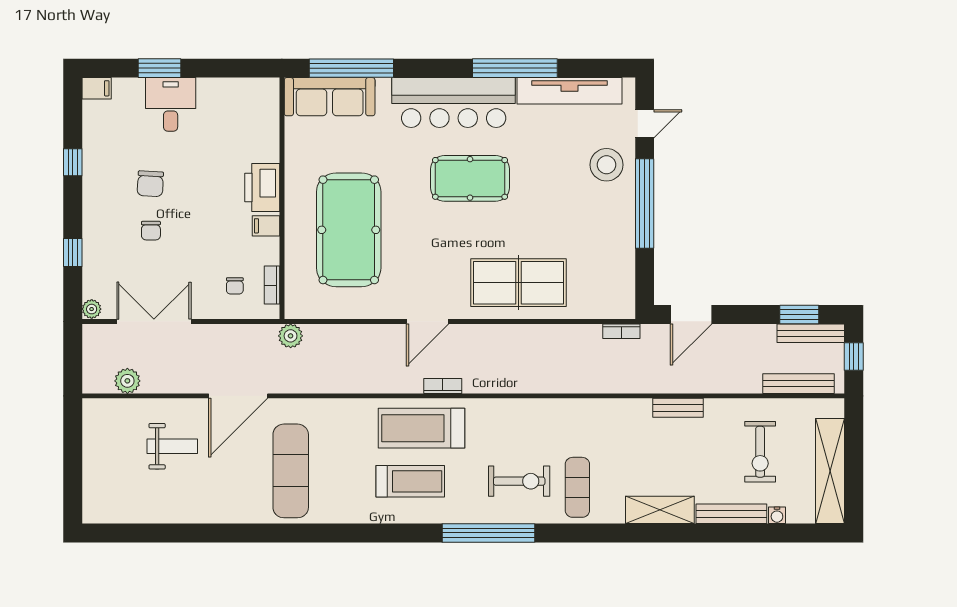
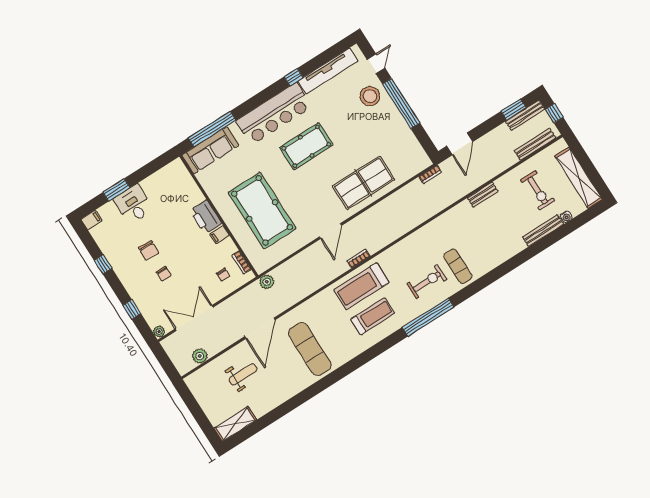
window: (515, 68) -> (294, 77), width x0.32
shelving: (660, 510) -> (235, 424), moved

